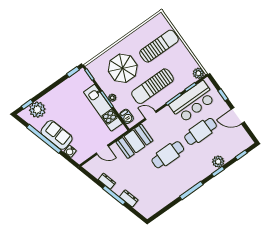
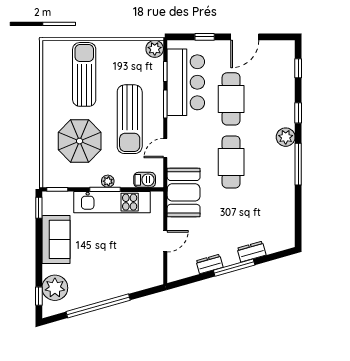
sofa: (57, 135) -> (56, 239), moved, turned 106
water cooler: (70, 151) -> (138, 284), removed
plant: (218, 162) -> (286, 137), moved

